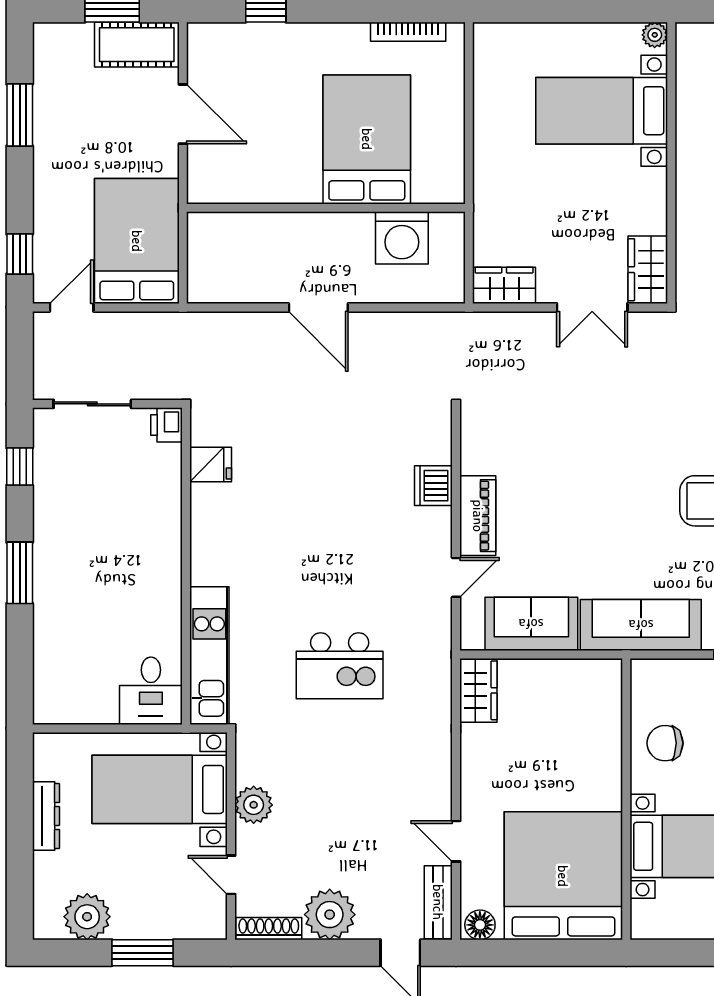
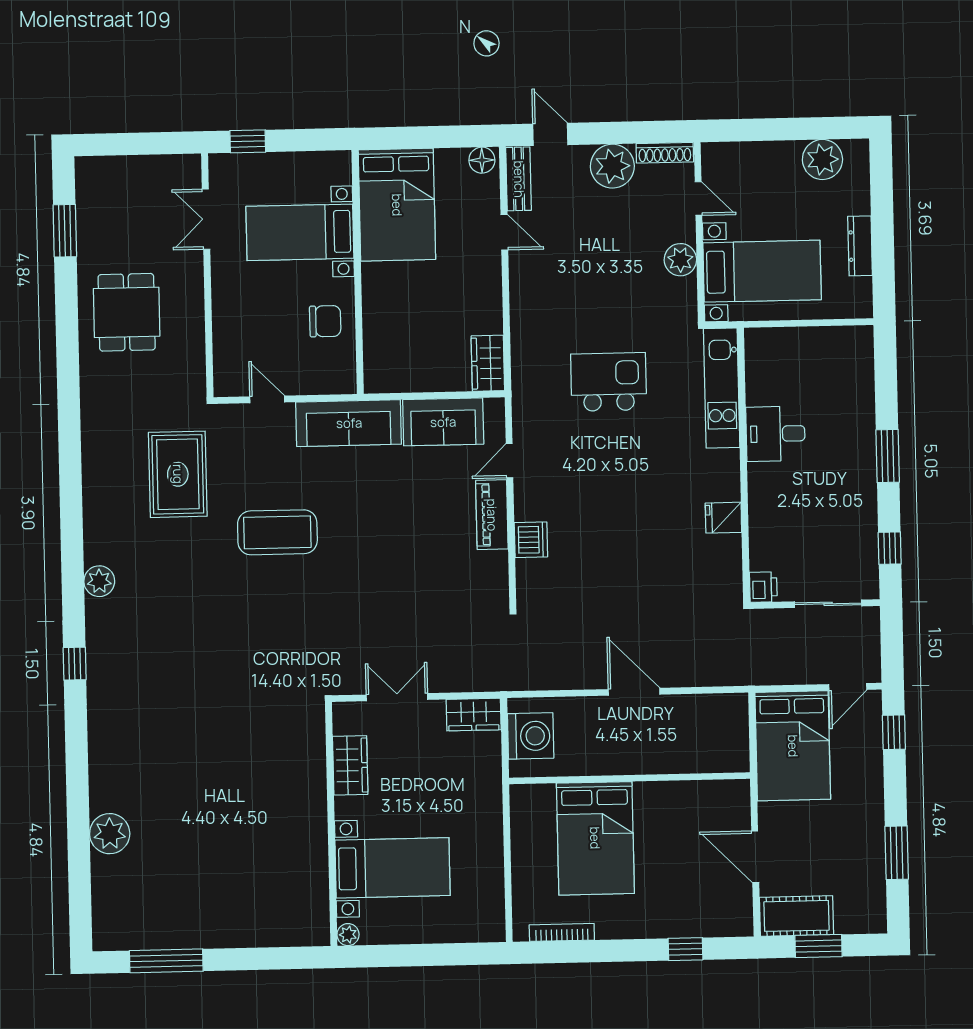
washing machine: (402, 238) -> (531, 736), moved, turned 90
wardrobe: (648, 270) -> (350, 765), moved
fridge: (211, 464) -> (723, 518), moved
desk: (151, 691) -> (775, 434), moved, turned -90
bed: (563, 876) -> (397, 205), width x0.73
window: (143, 953) -> (774, 129), removed

